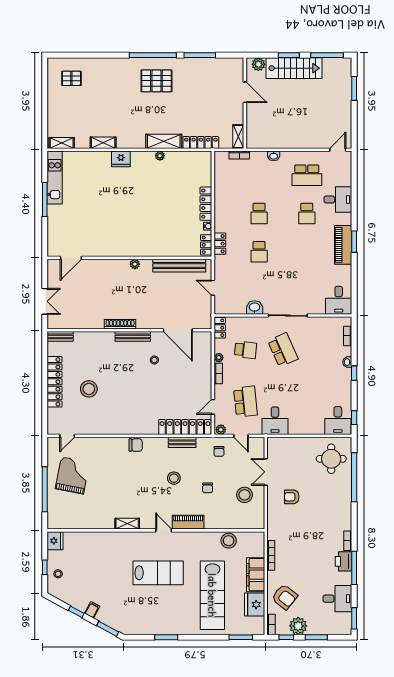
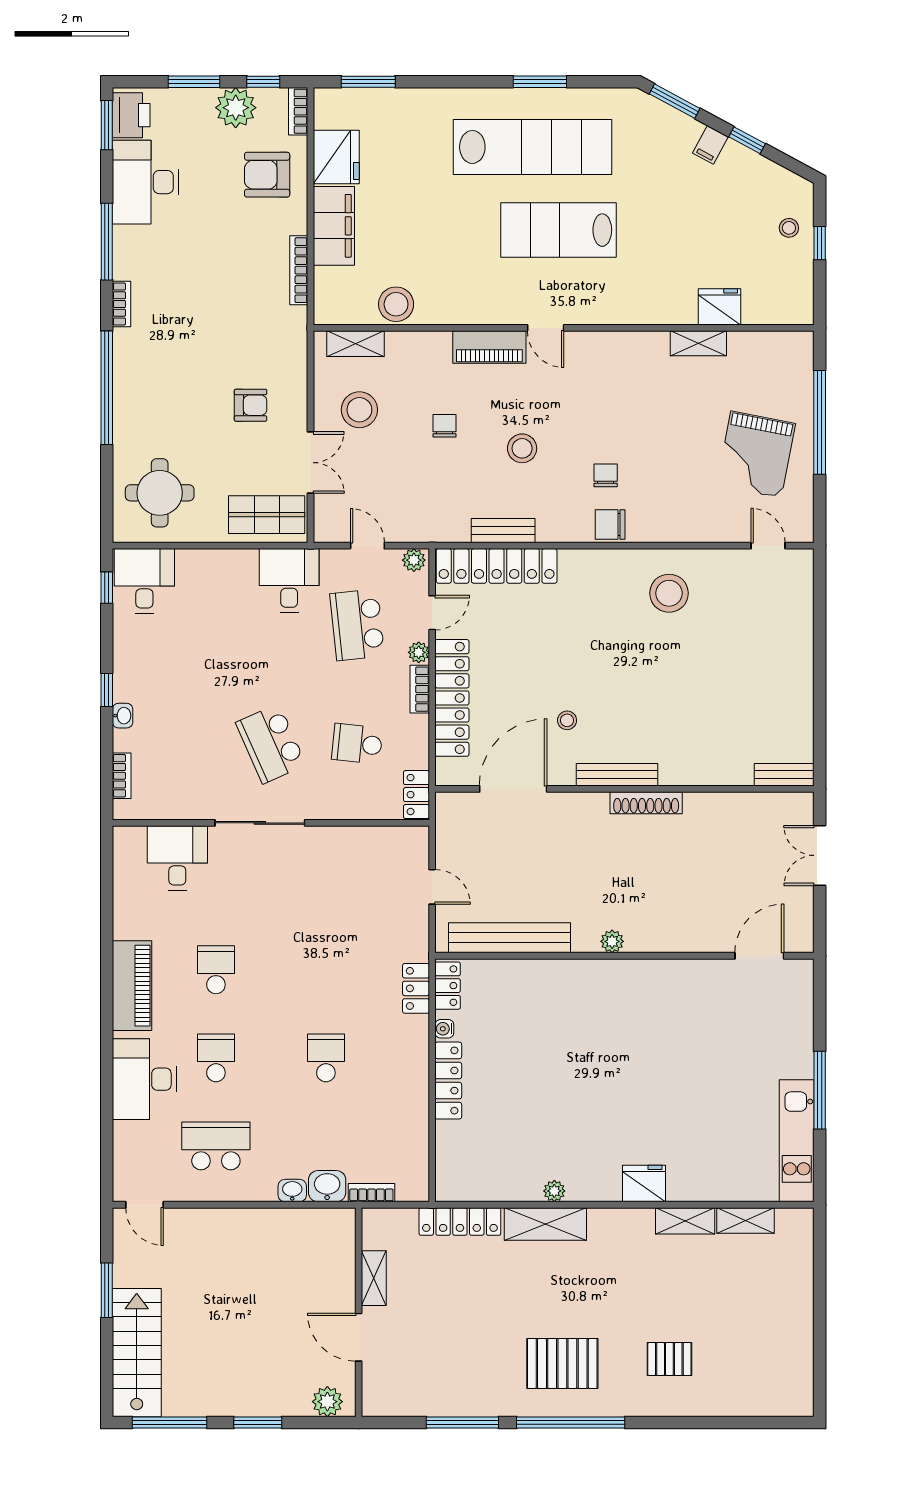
stairs: (294, 68) -> (137, 1353), moved, turned 90
pallet: (71, 78) -> (669, 1359), moved
window: (354, 88) -> (107, 1290), moved
shelving: (238, 137) -> (374, 1278), moved
shelving: (62, 143) -> (746, 1220), moved
door: (338, 150) -> (145, 1205), hinge flipped
desk: (338, 199) -> (144, 1079), width x1.37
window: (354, 242) -> (107, 993), removed
school desk: (259, 252) -> (216, 970), moved
desk: (339, 300) -> (177, 858), moved
washbasin: (255, 307) -> (327, 1186), moved, turned 180
door: (178, 330) -> (513, 789), hinge flipped
plant: (219, 358) -> (419, 652), moved
locker: (55, 382) -> (452, 698), moved, turned 180
stool: (89, 389) -> (669, 593), moved
door: (67, 436) -> (768, 546), hinge flipped
shop shelf: (285, 449) -> (267, 515), added
chair: (219, 451) -> (606, 475), moved
window: (354, 477) -> (107, 388), moved
shelving: (127, 524) -> (698, 343), moved
shelving: (246, 524) -> (355, 344), added
fridge: (55, 541) -> (720, 307), moved, turned 90
printer: (344, 561) -> (131, 115), moved
lab bench: (212, 595) -> (532, 147), moved, turned 90
armchair: (285, 597) -> (267, 175), turned -39
desk: (337, 599) -> (145, 182), width x1.37

